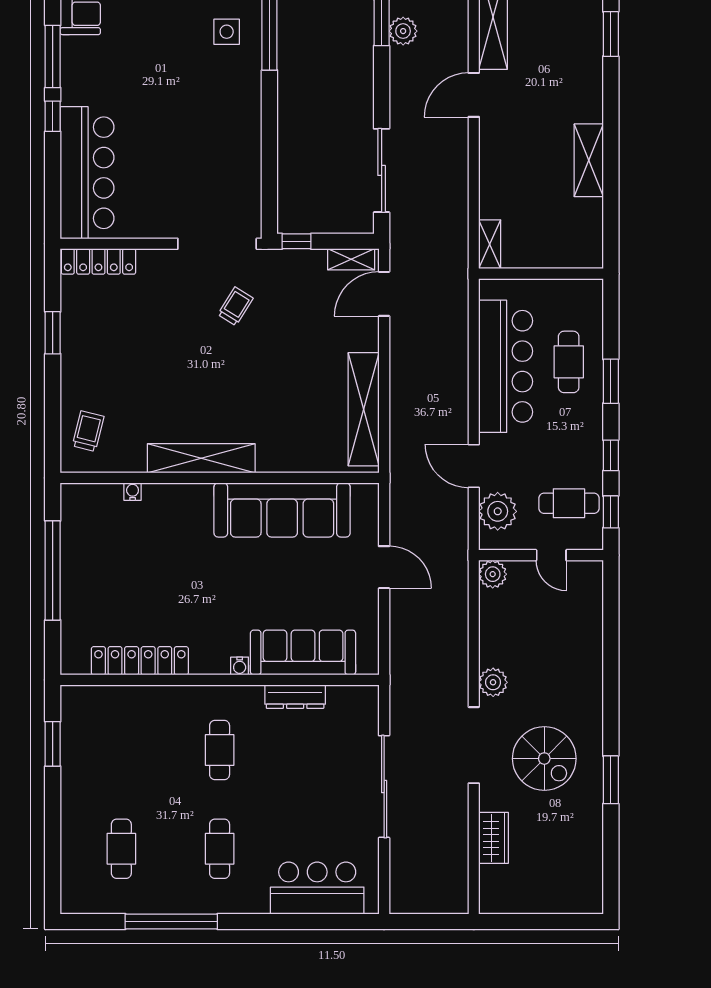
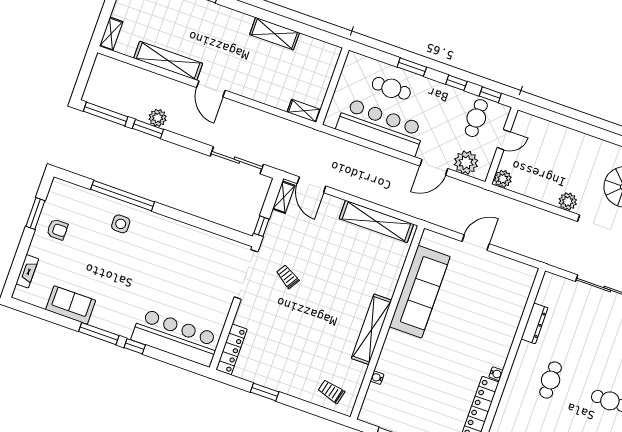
sofa: (303, 652) -> (510, 309), removed
water cooler: (240, 666) -> (496, 374), moved
cafe table: (220, 750) -> (551, 380), turned 90

